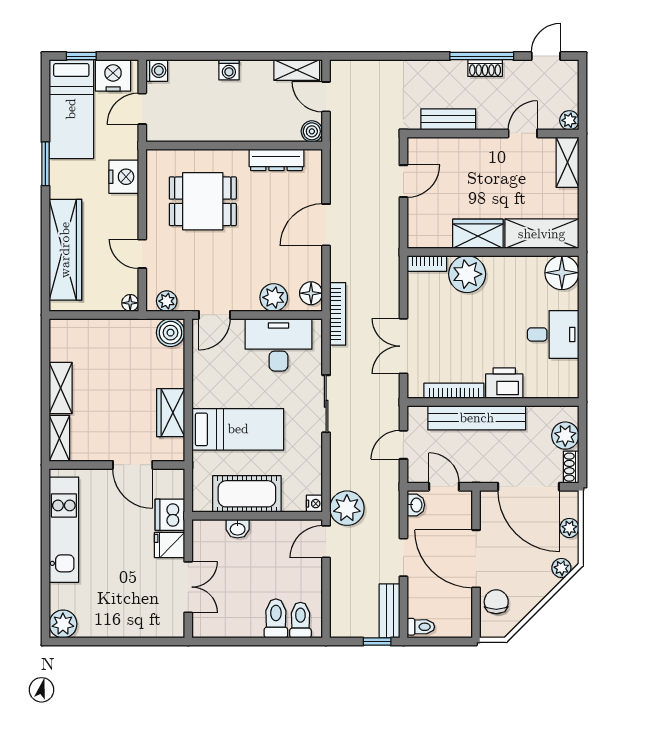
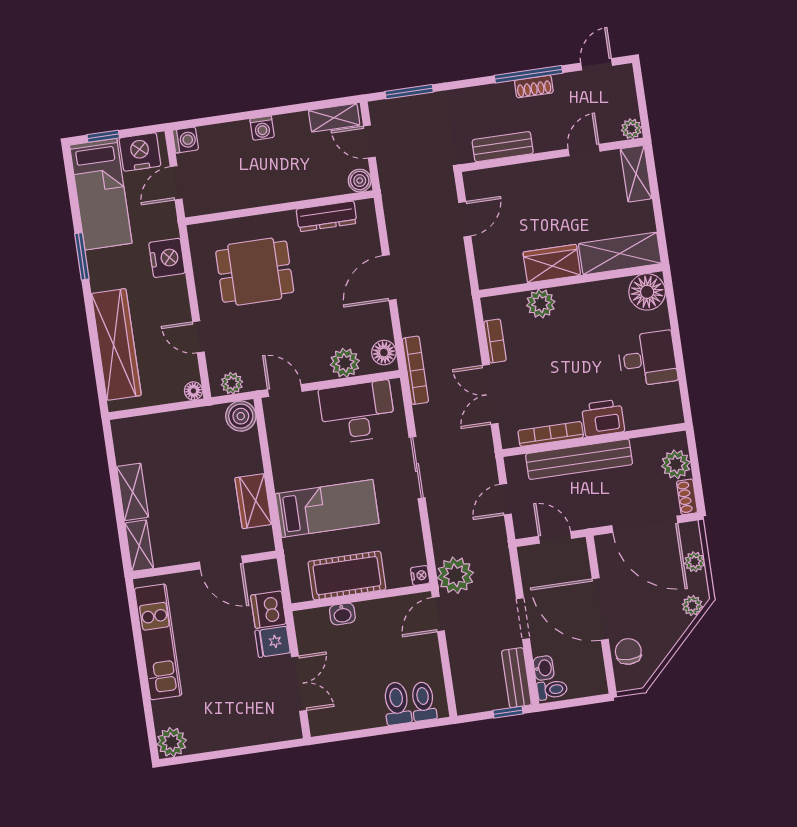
window: (369, 56) -> (409, 92), added
bookcase: (427, 264) -> (495, 341), moved, turned -90
plant: (467, 274) -> (541, 304), width x0.73, depth x0.73
door: (214, 315) -> (285, 391), swing flipped
washbasin: (416, 505) -> (544, 668), moved

